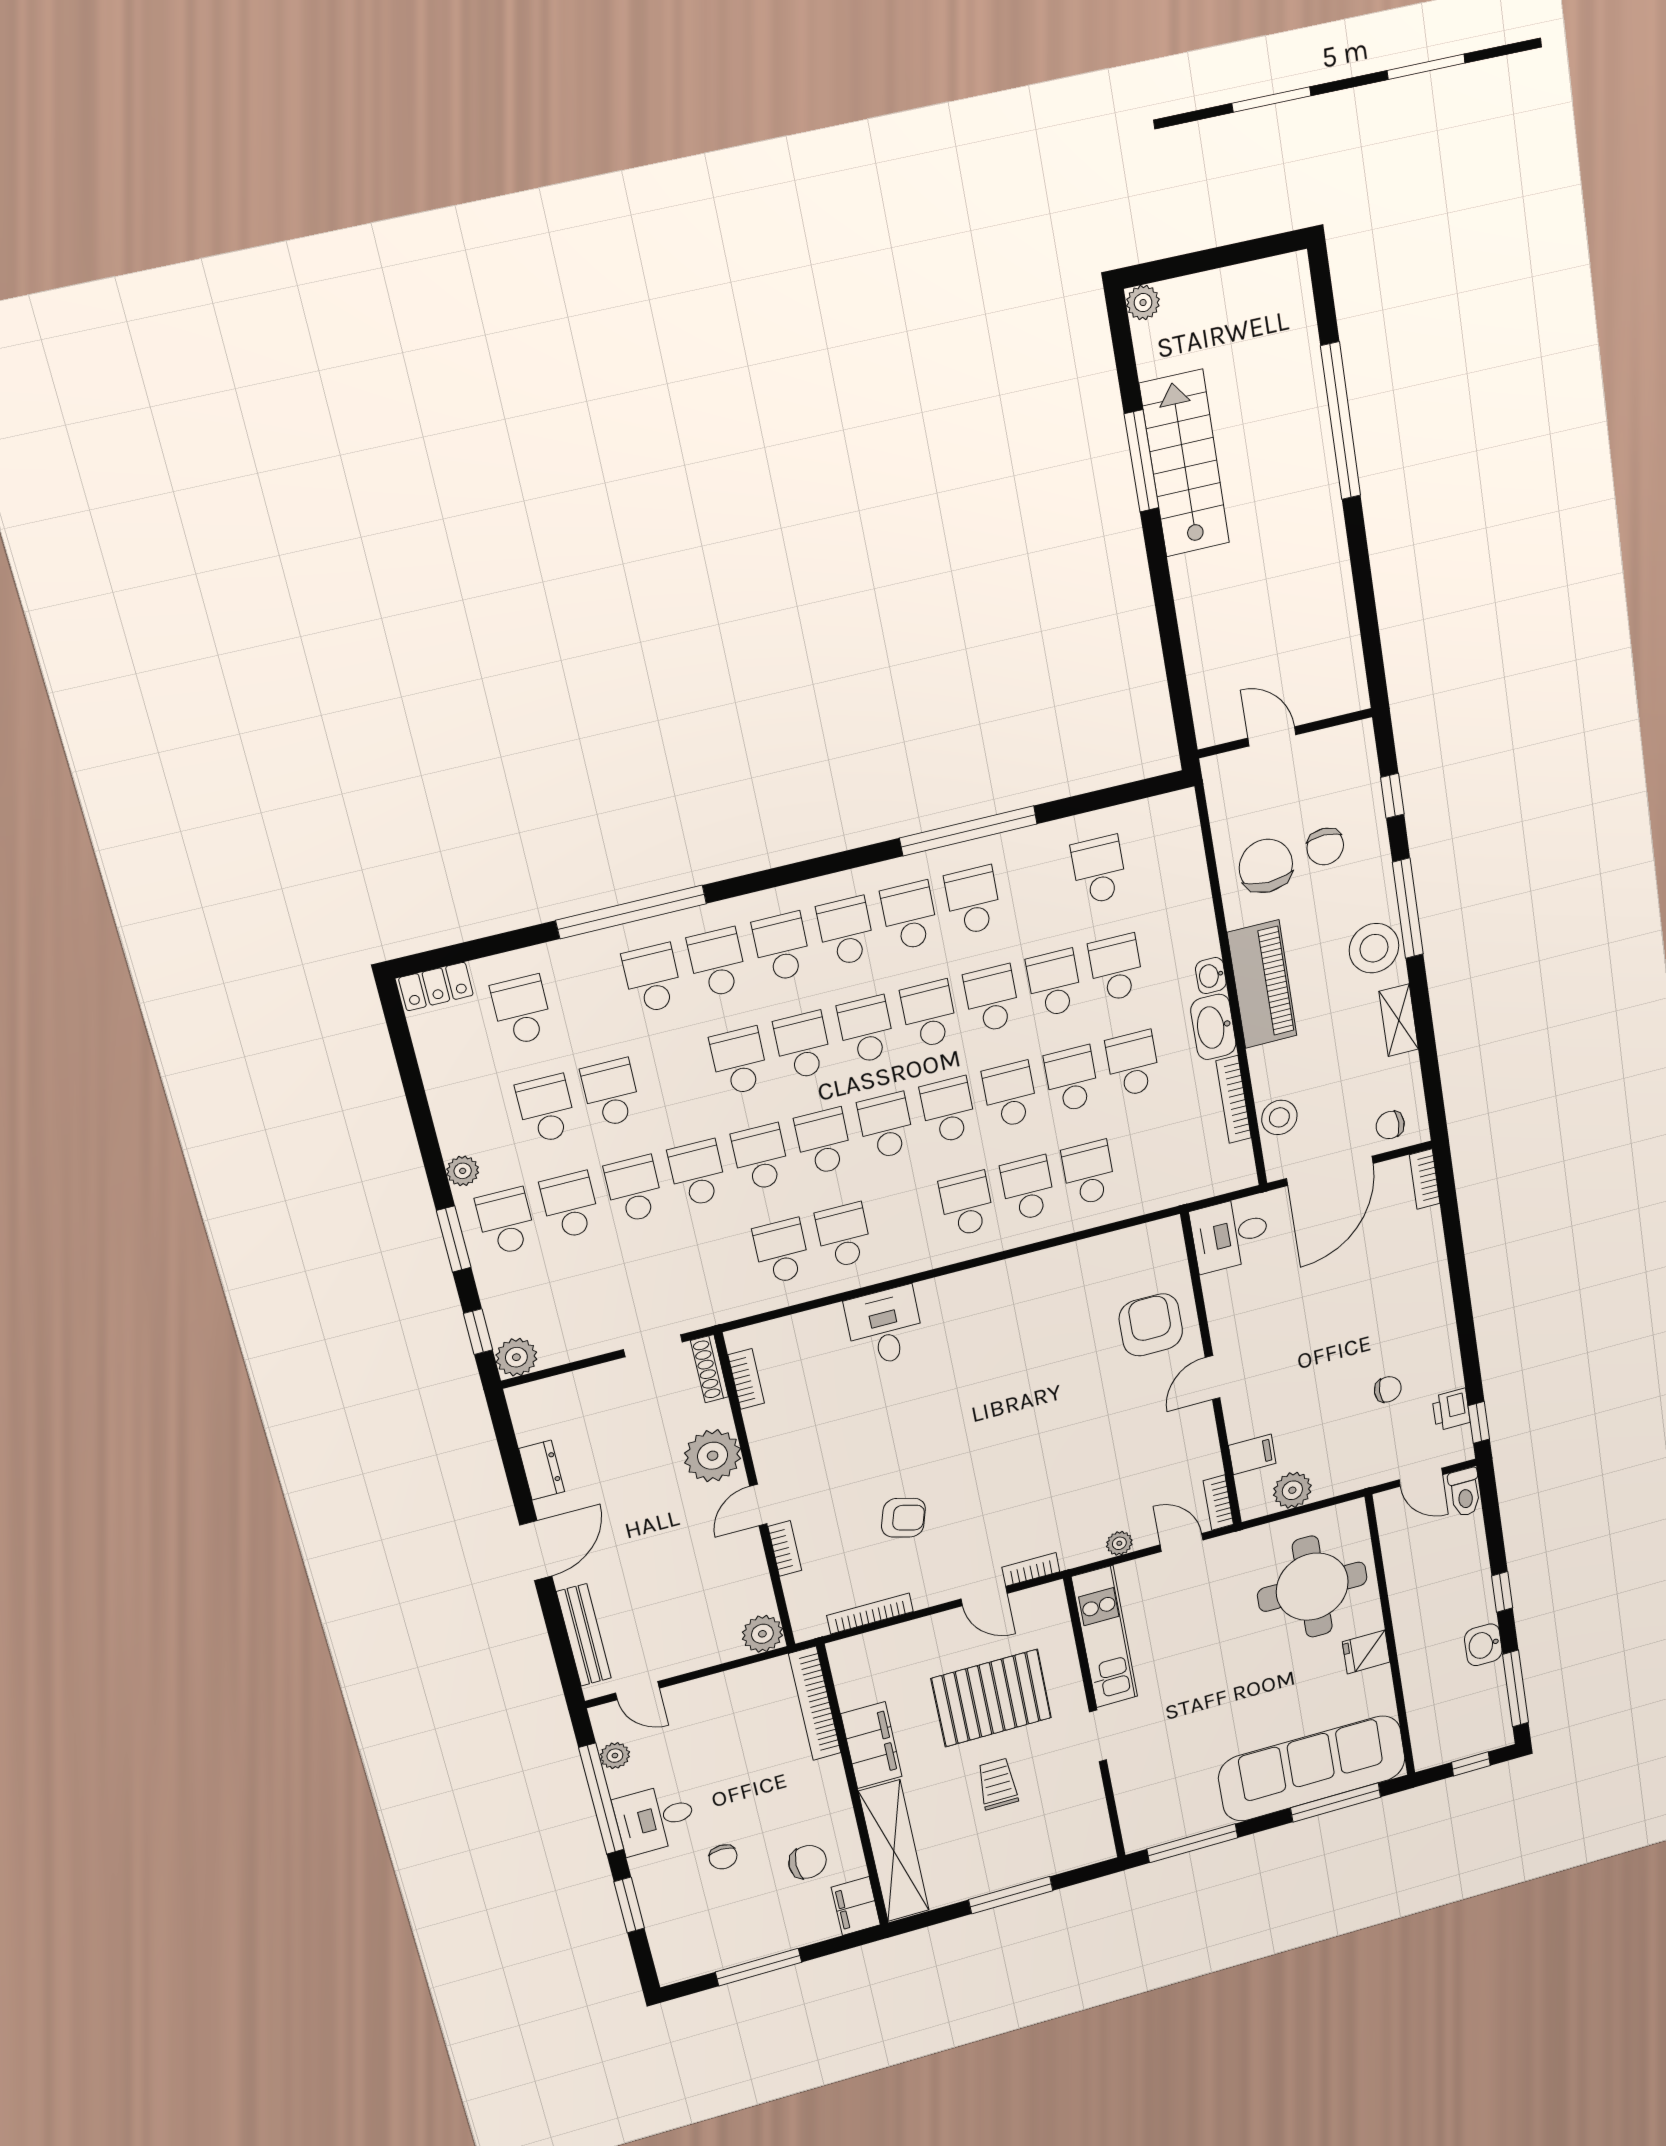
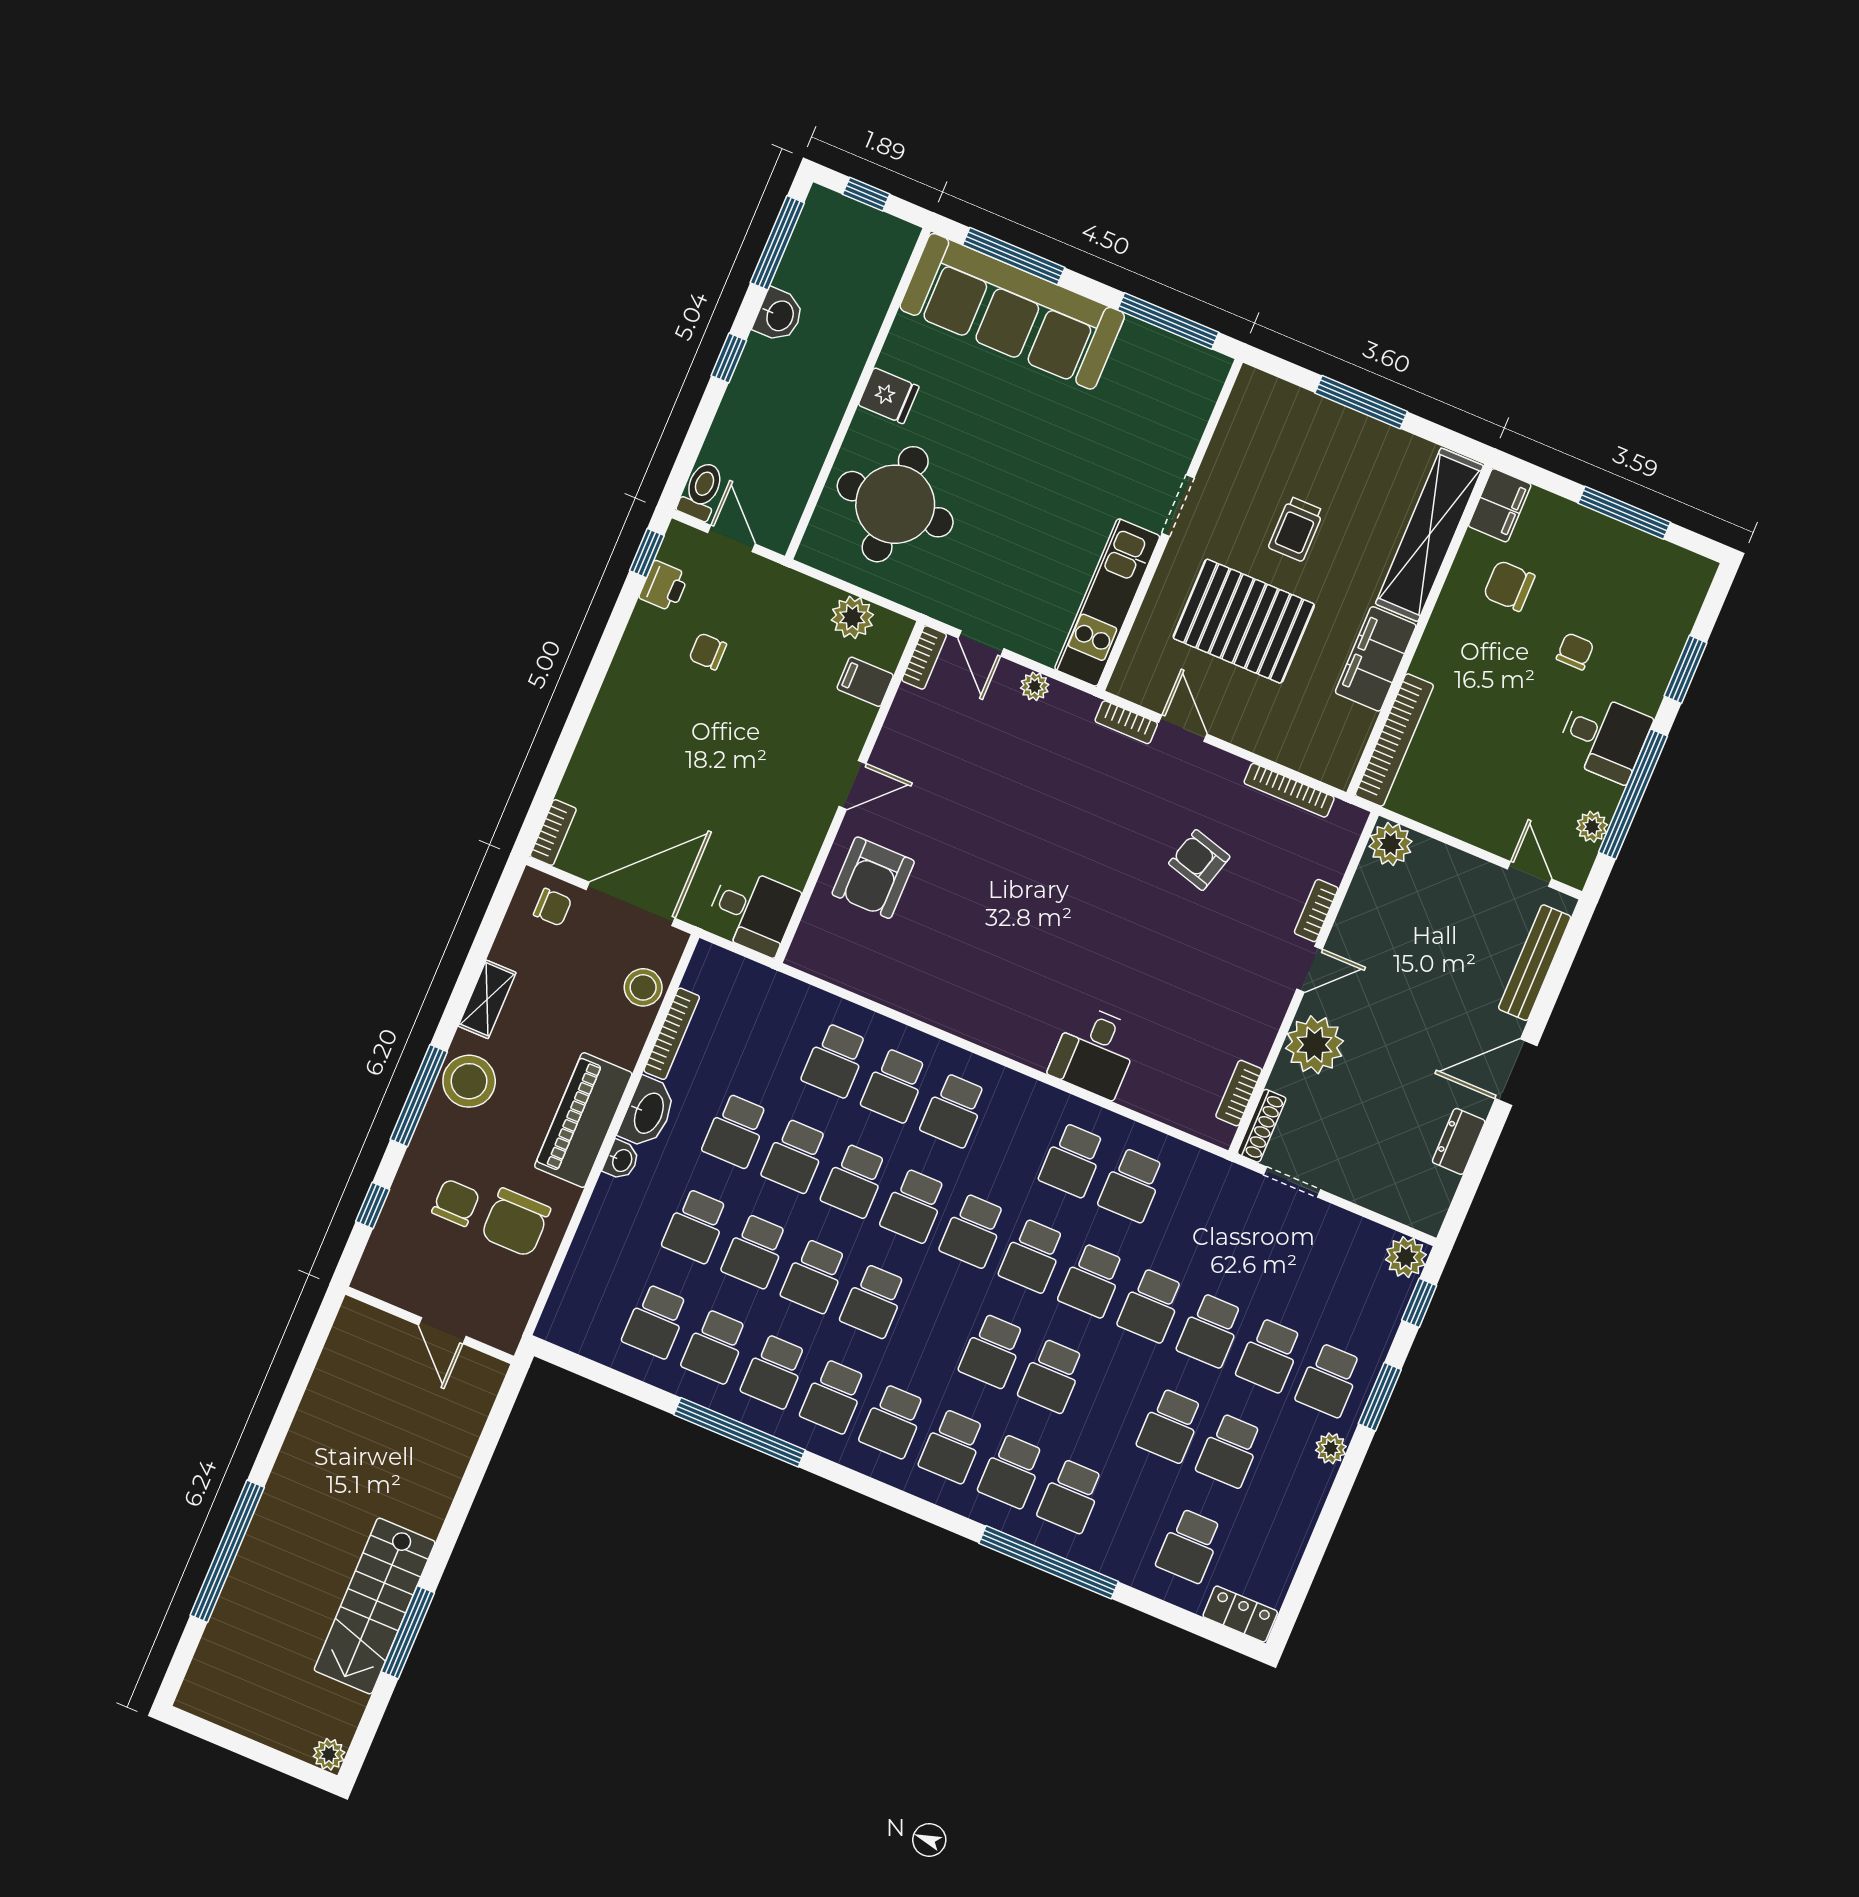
school desk: (866, 1030) -> (715, 1346), moved

